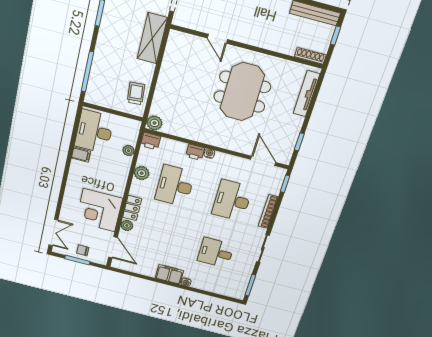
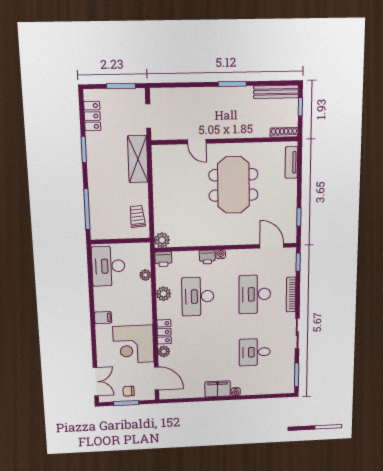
tv unit: (306, 94) -> (291, 162), width x0.71
filing cabinet: (81, 155) -> (103, 318), moved

